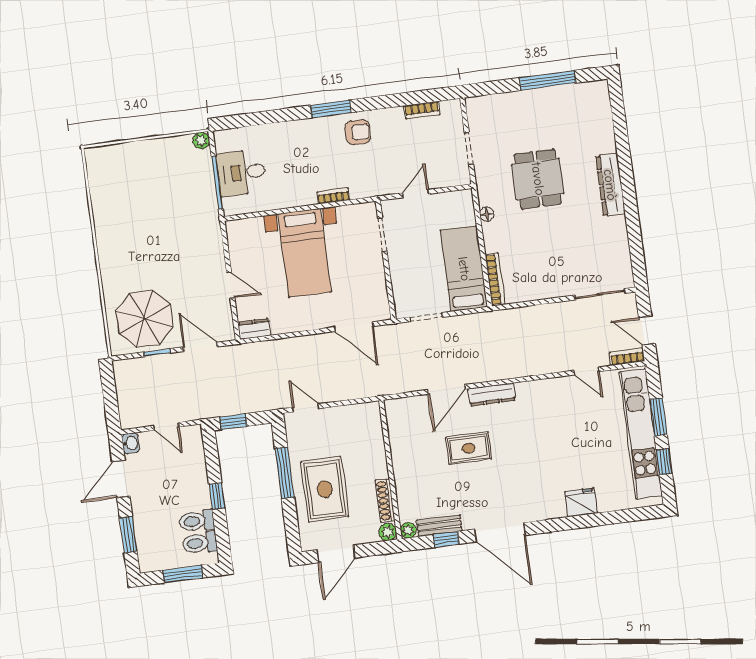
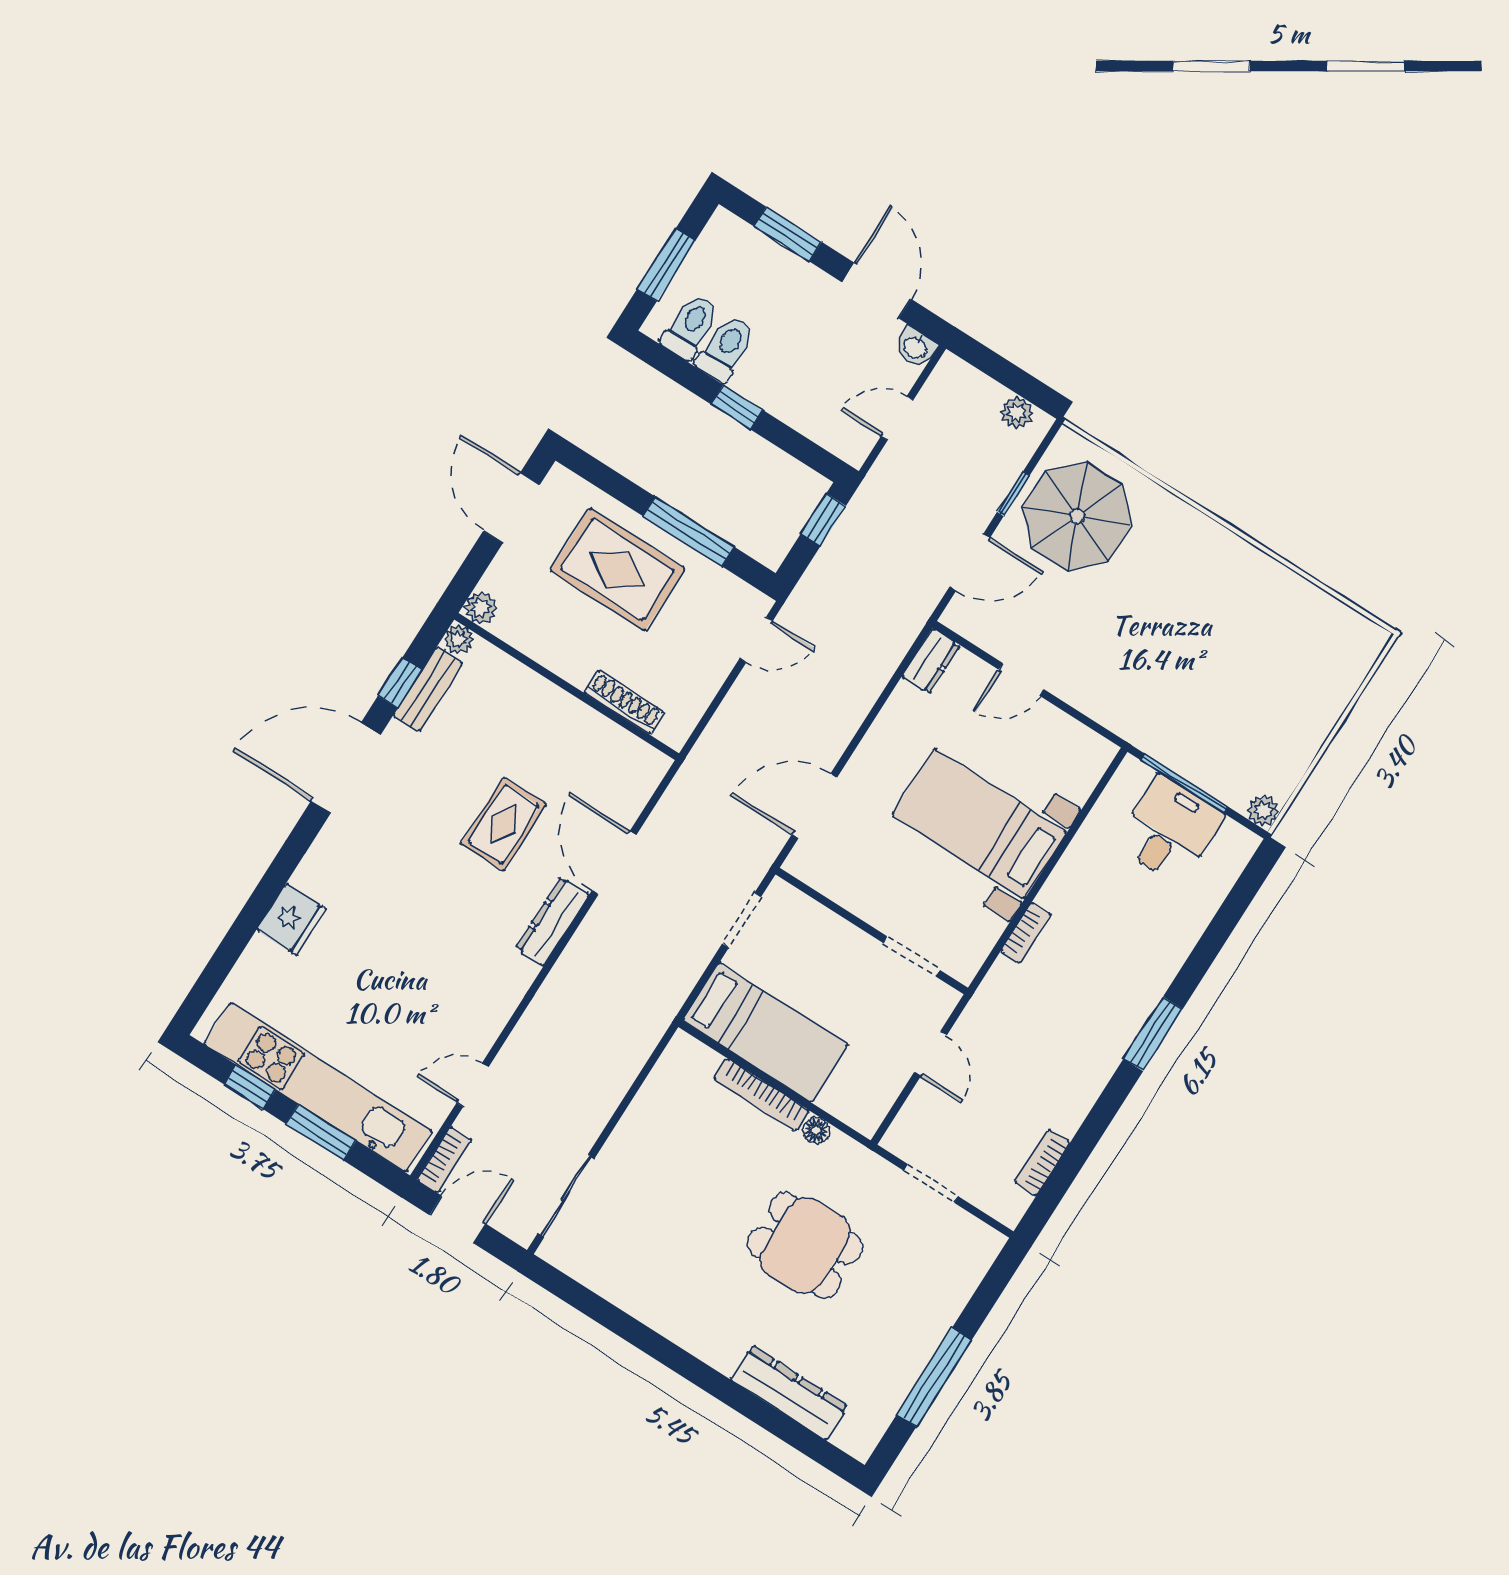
armchair: (358, 132) -> (1088, 1044), removed
dresser: (610, 185) -> (789, 1393), moved
bookcase: (495, 280) -> (761, 1095), moved
plant: (123, 379) -> (1017, 413), added
shoe rack: (385, 500) -> (624, 703), moved

